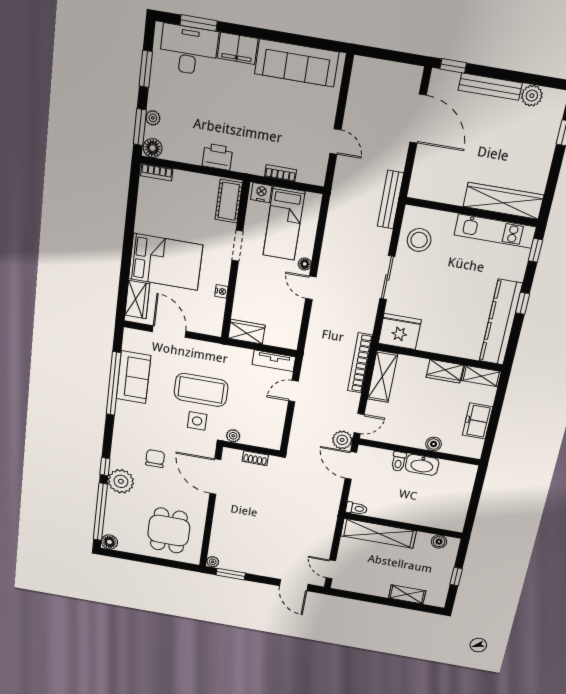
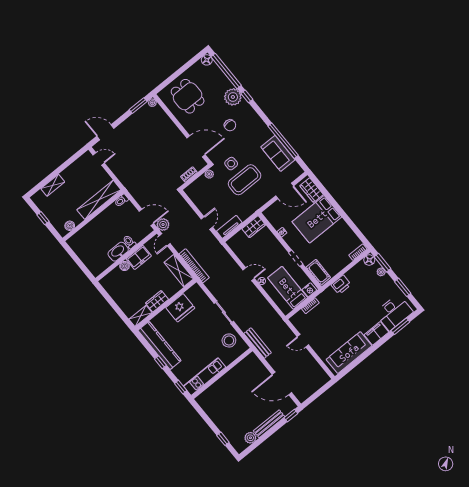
wardrobe: (503, 201) -> (215, 391), removed
fridge: (400, 331) -> (180, 308), moved
freezer: (478, 421) -> (139, 257), moved, turned 90

